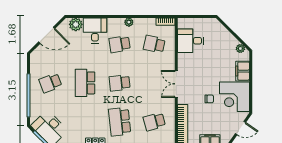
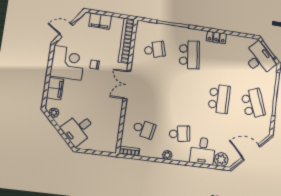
desk: (191, 41) -> (78, 129), moved, turned 135
school desk: (50, 83) -> (253, 104), width x1.85
school desk: (120, 83) -> (185, 94), removed
double door: (176, 84) -> (127, 85), swing flipped

